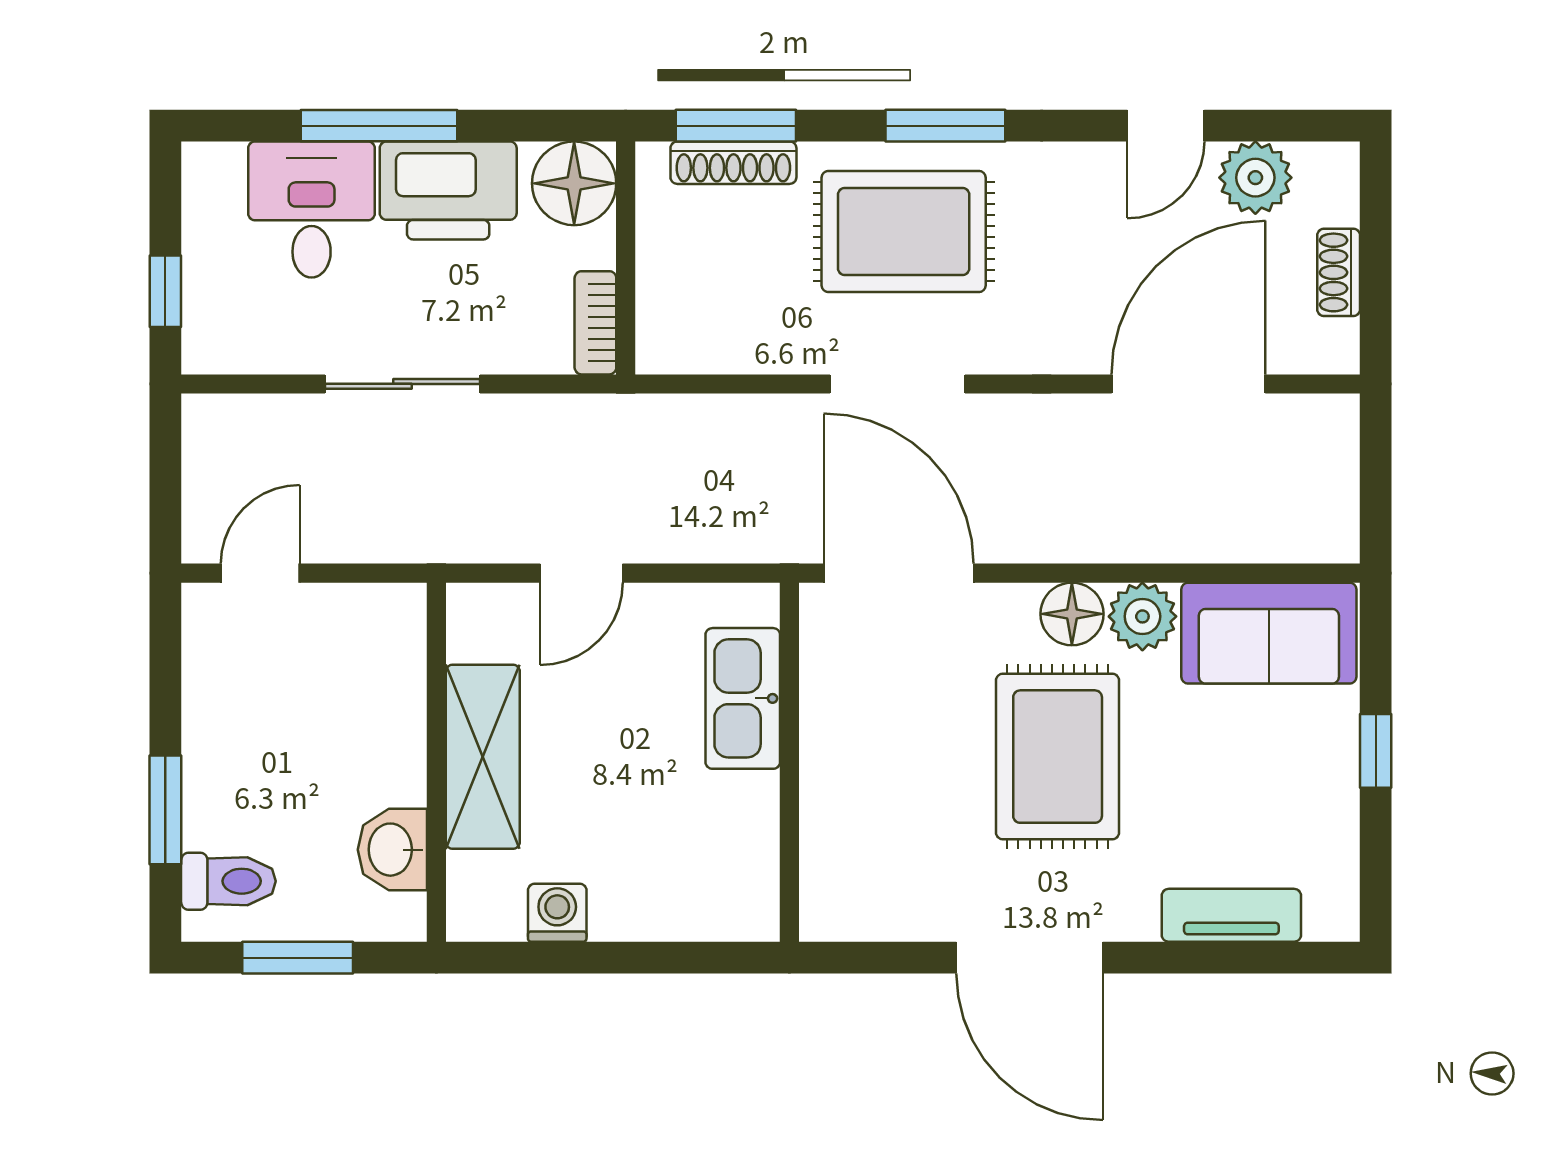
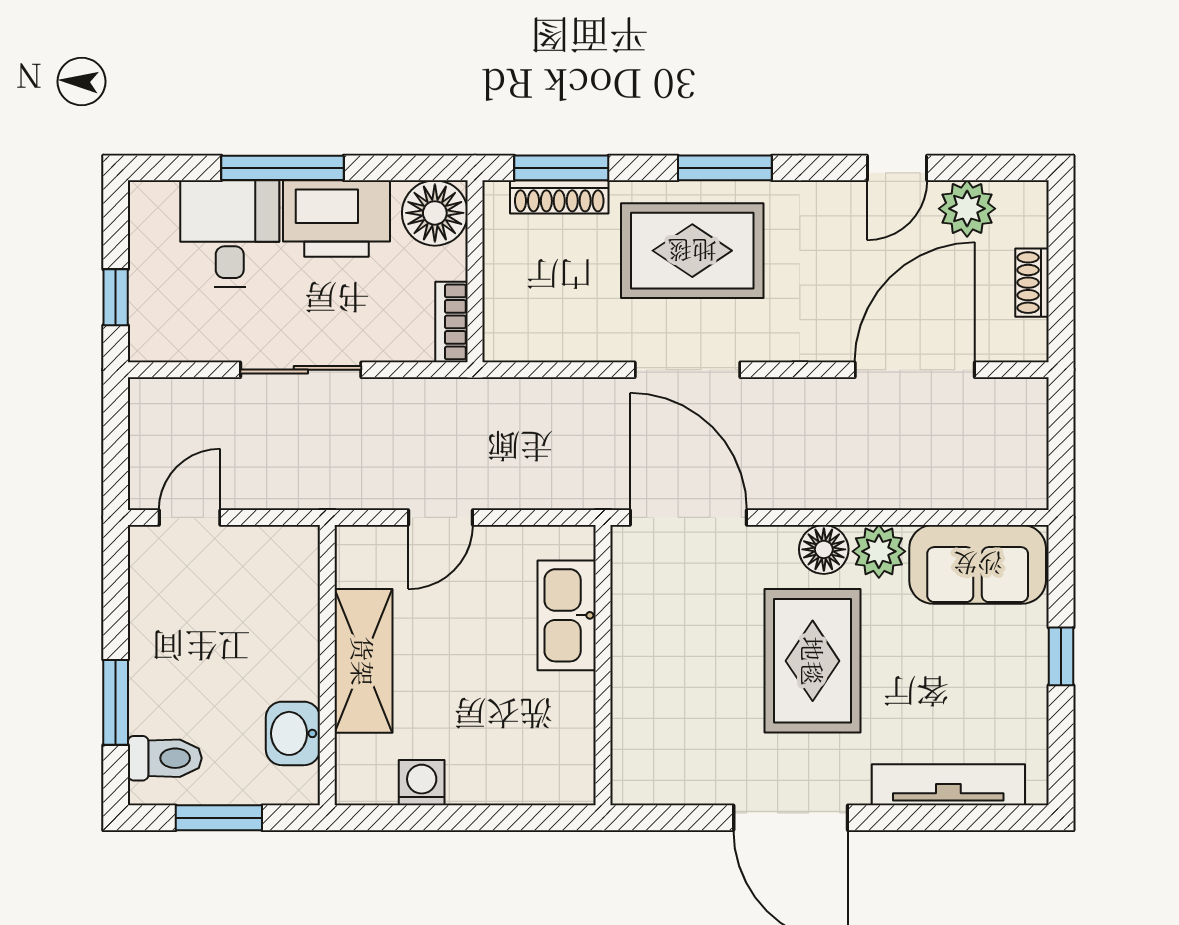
tv unit: (1231, 915) -> (948, 785), width x1.41

